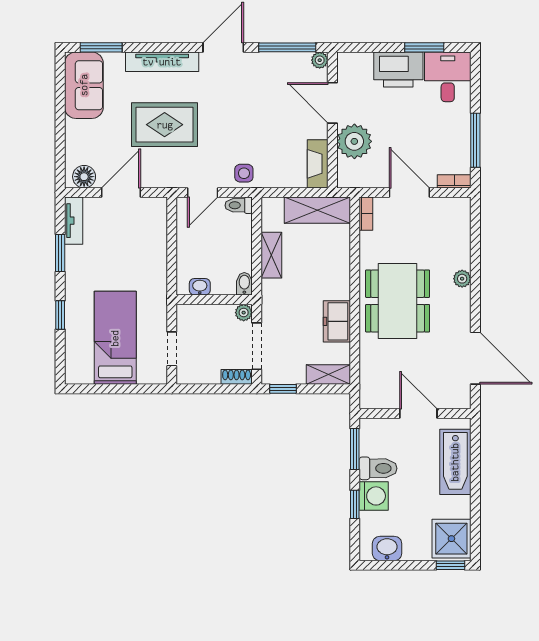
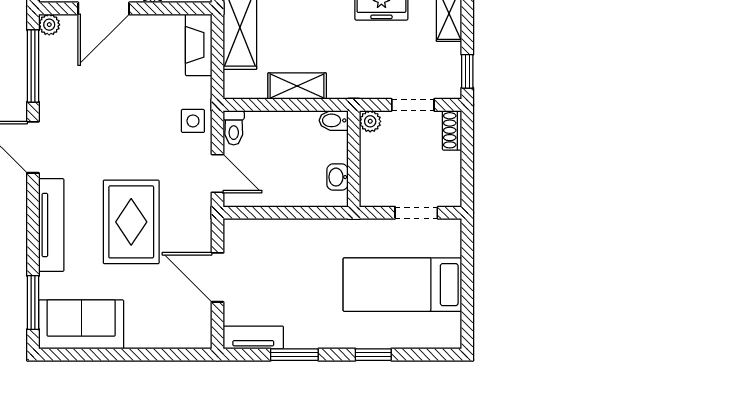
fireplace: (318, 164) -> (199, 45), moved, turned 90
floor lamp: (84, 177) -> (197, 324), removed
doorway: (257, 346) -> (413, 105), width x0.73

